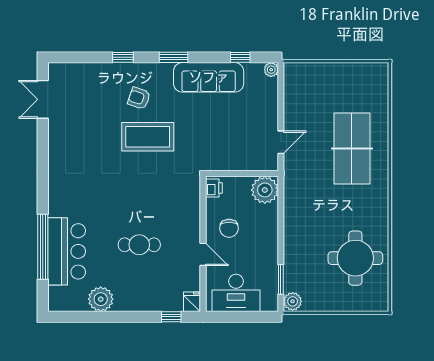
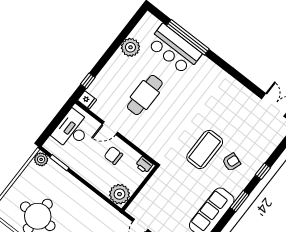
cafe table: (139, 245) -> (145, 95), width x1.37, depth x1.35

